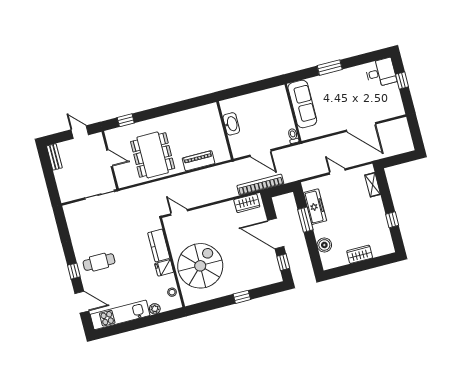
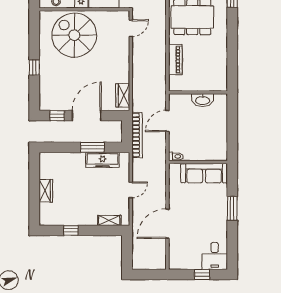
bookcase: (260, 185) -> (137, 135), moved
boiler: (324, 245) -> (64, 159), removed
spiral stairs: (200, 266) -> (74, 35), turned 180

